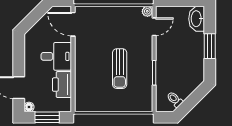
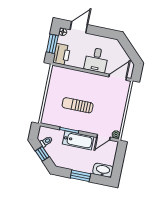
door: (154, 27) -> (103, 137), hinge flipped
bathtub: (165, 59) -> (78, 140), added
printer: (62, 85) -> (62, 54), moved, turned 90
window: (192, 101) -> (42, 154), added

